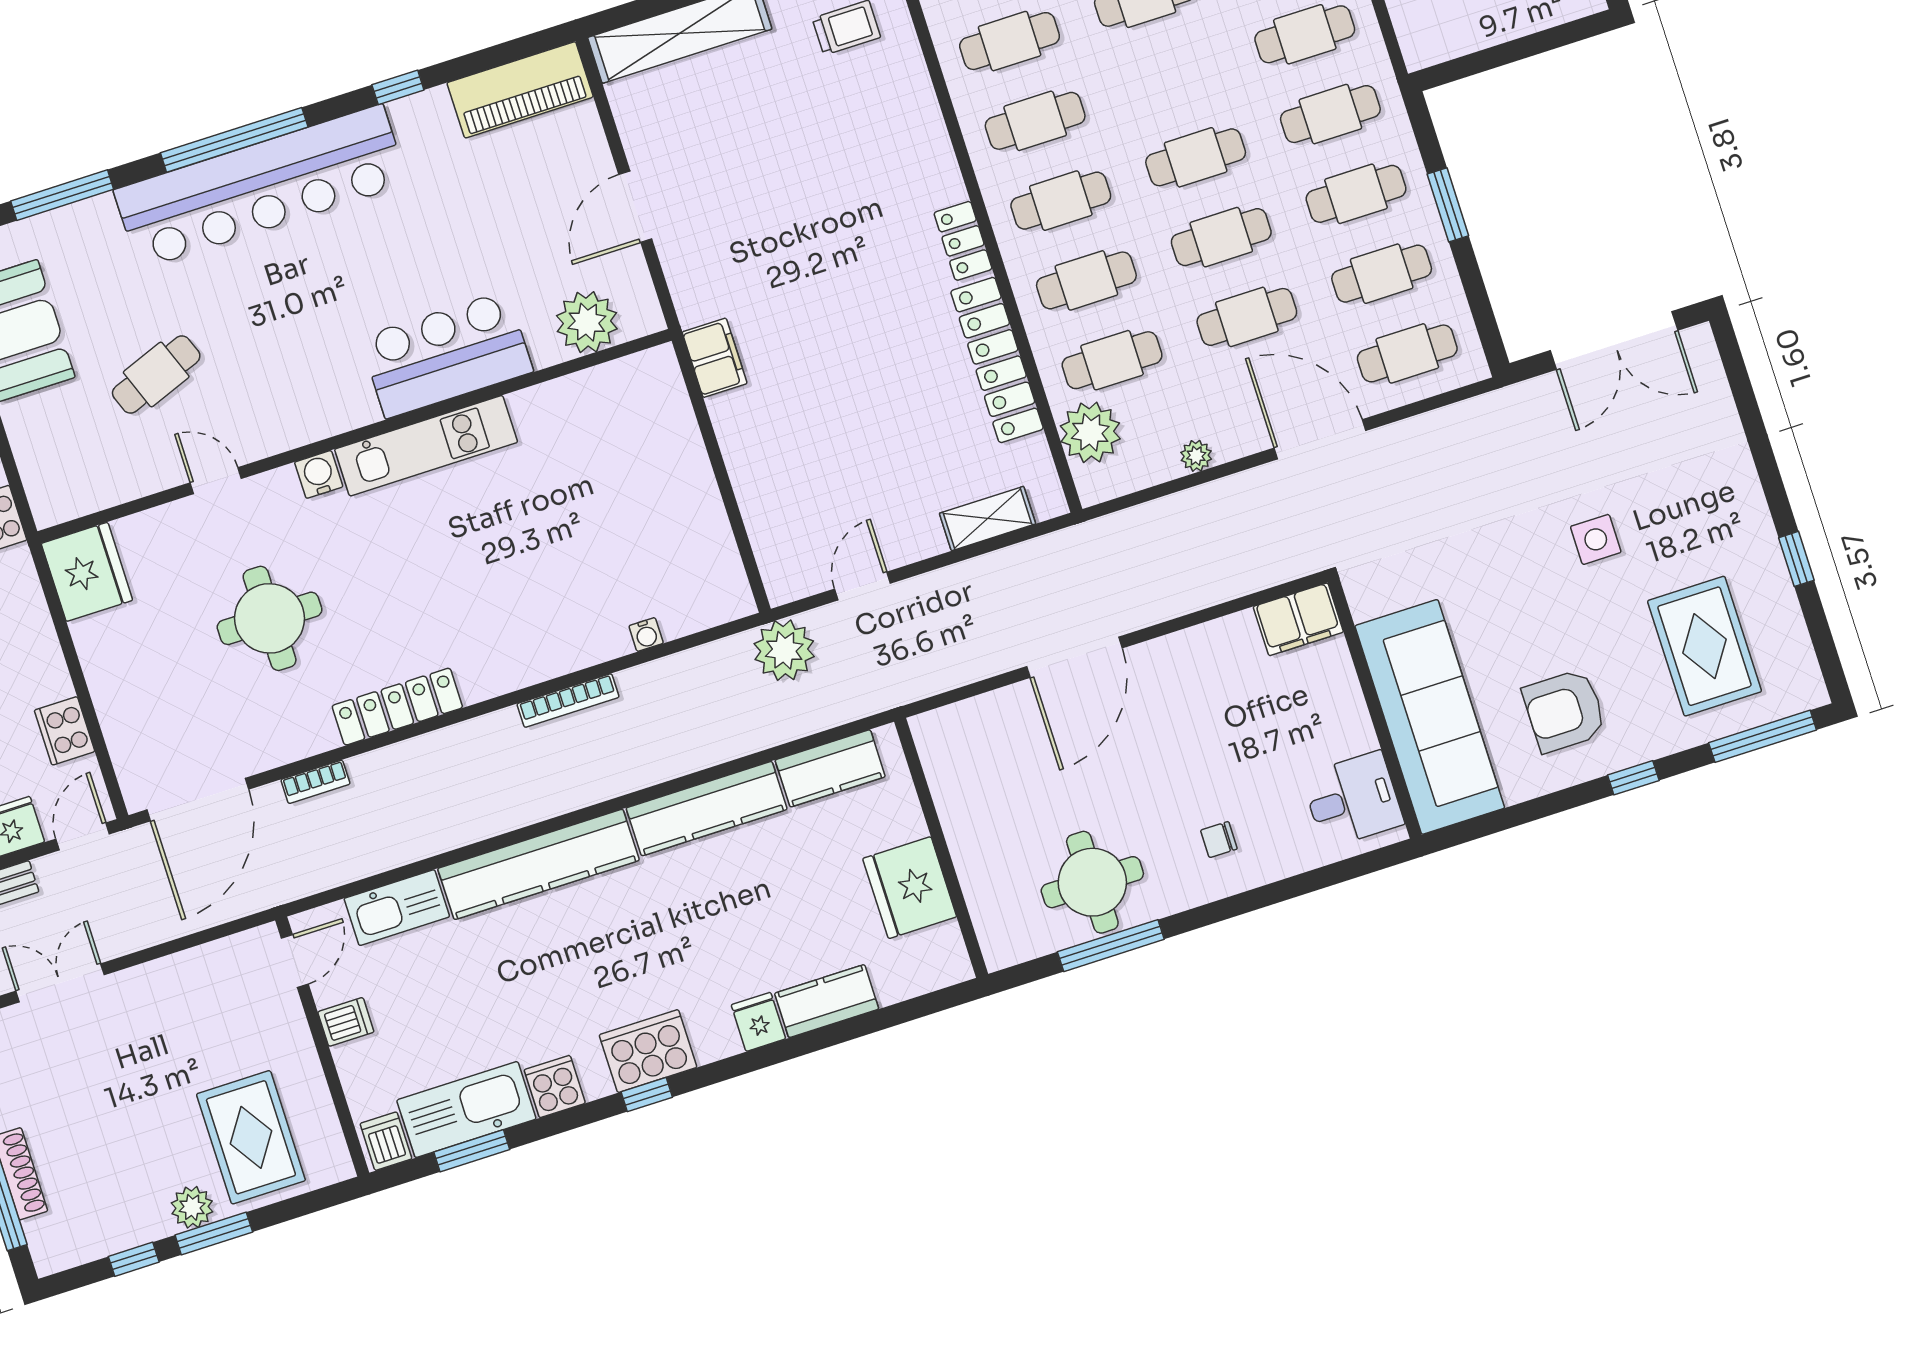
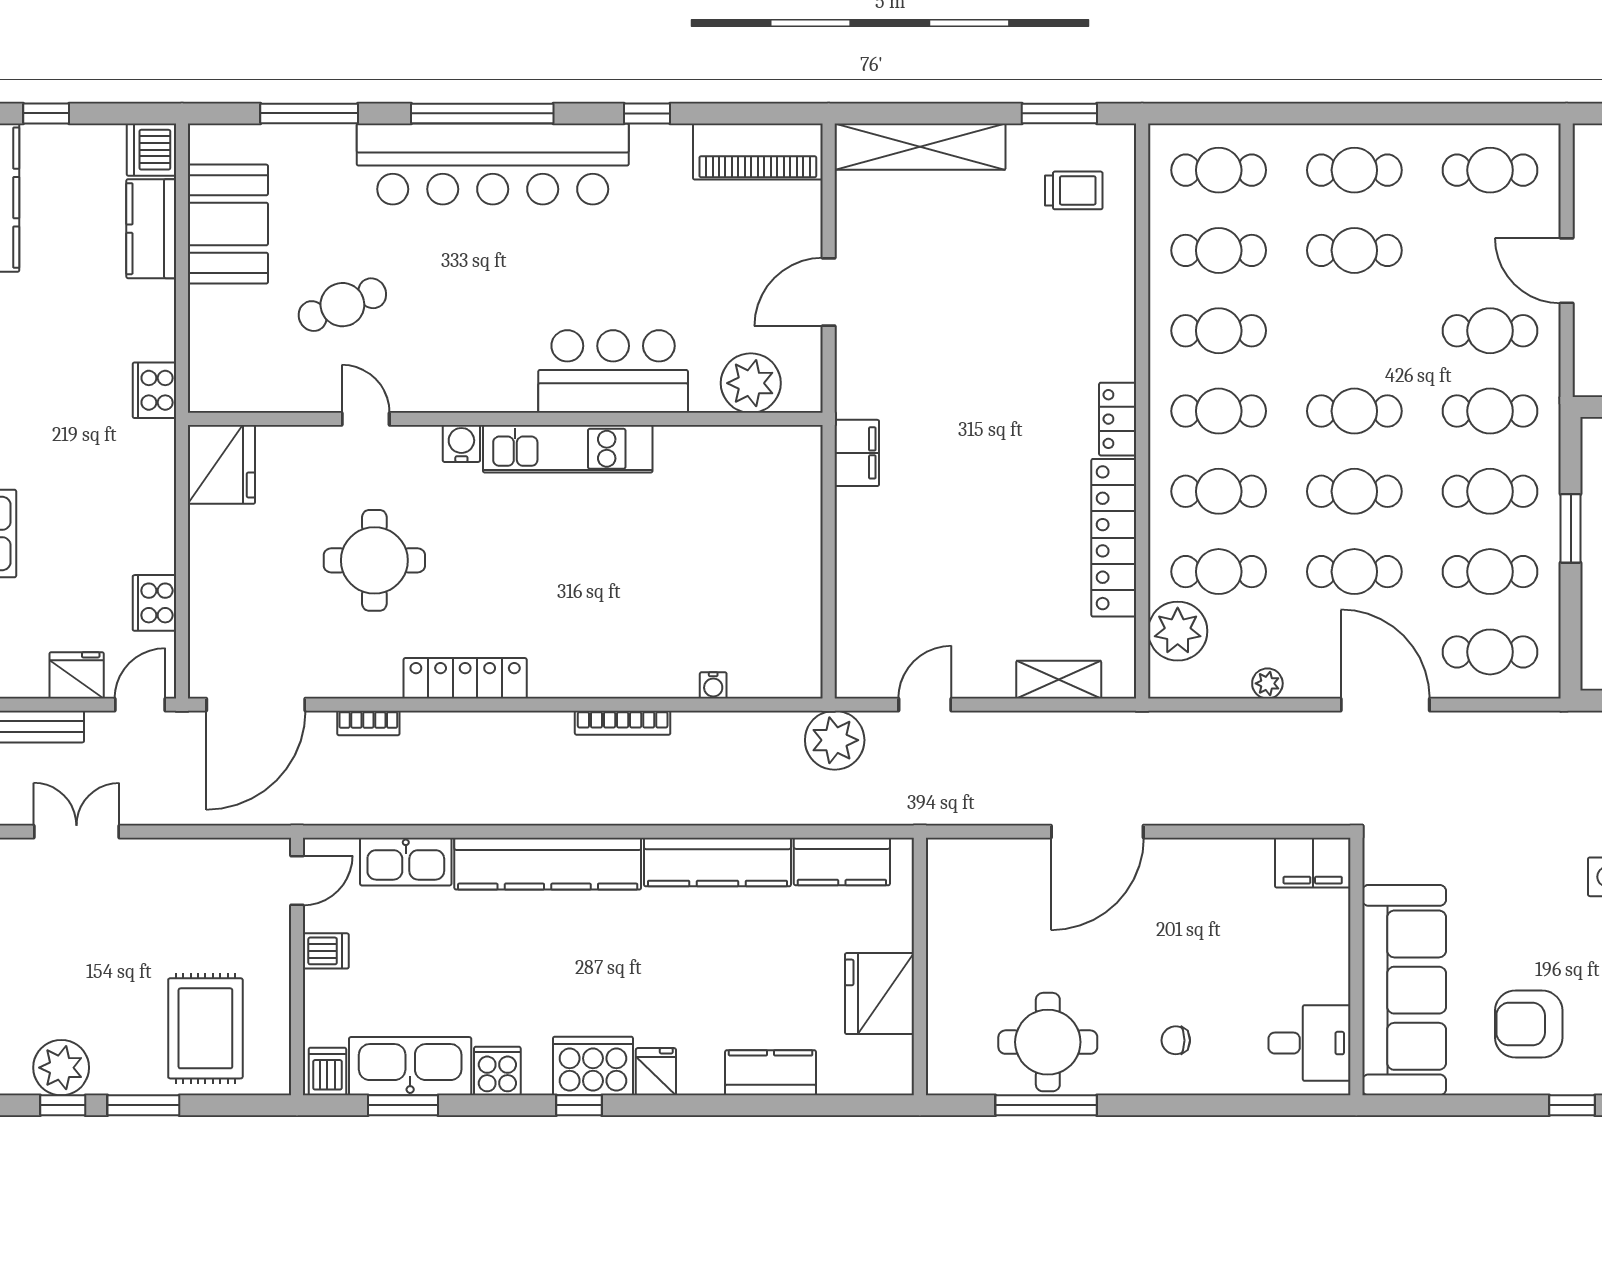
fridge: (758, 1022) -> (656, 1072), moved
plant: (192, 1207) -> (61, 1068), moved, width x1.36, depth x1.36

